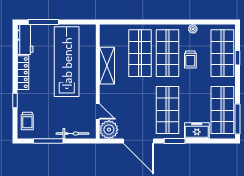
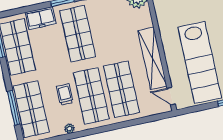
window: (238, 58) -> (14, 108), width x2.17
shelving: (107, 66) -> (152, 58), width x1.47
door: (98, 111) -> (171, 96), moved

